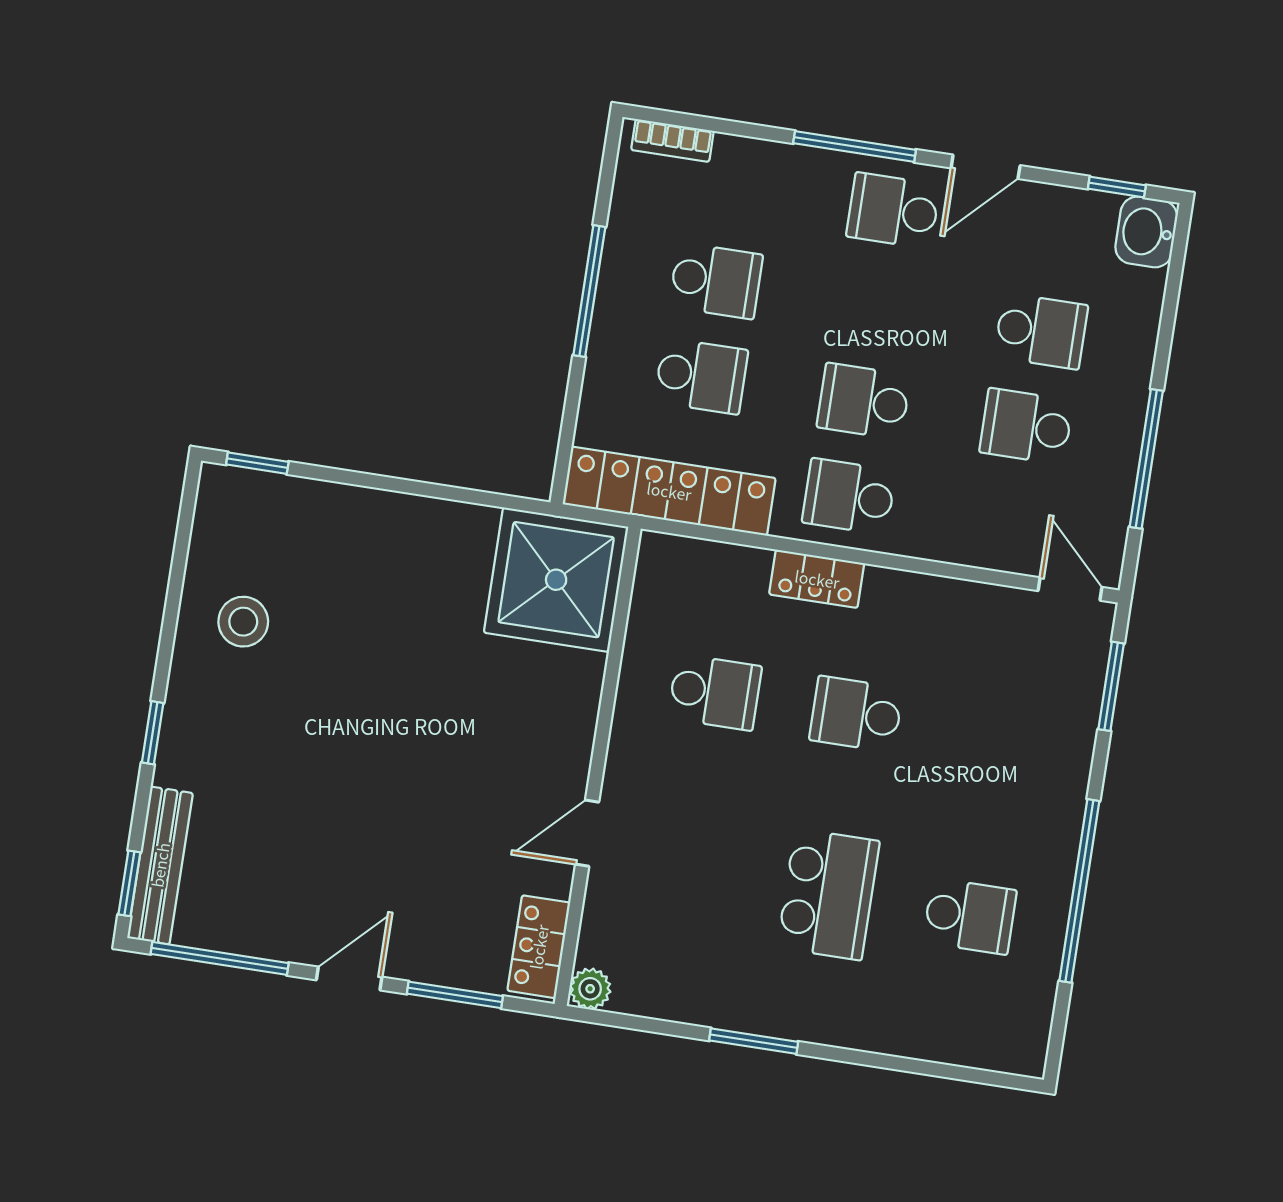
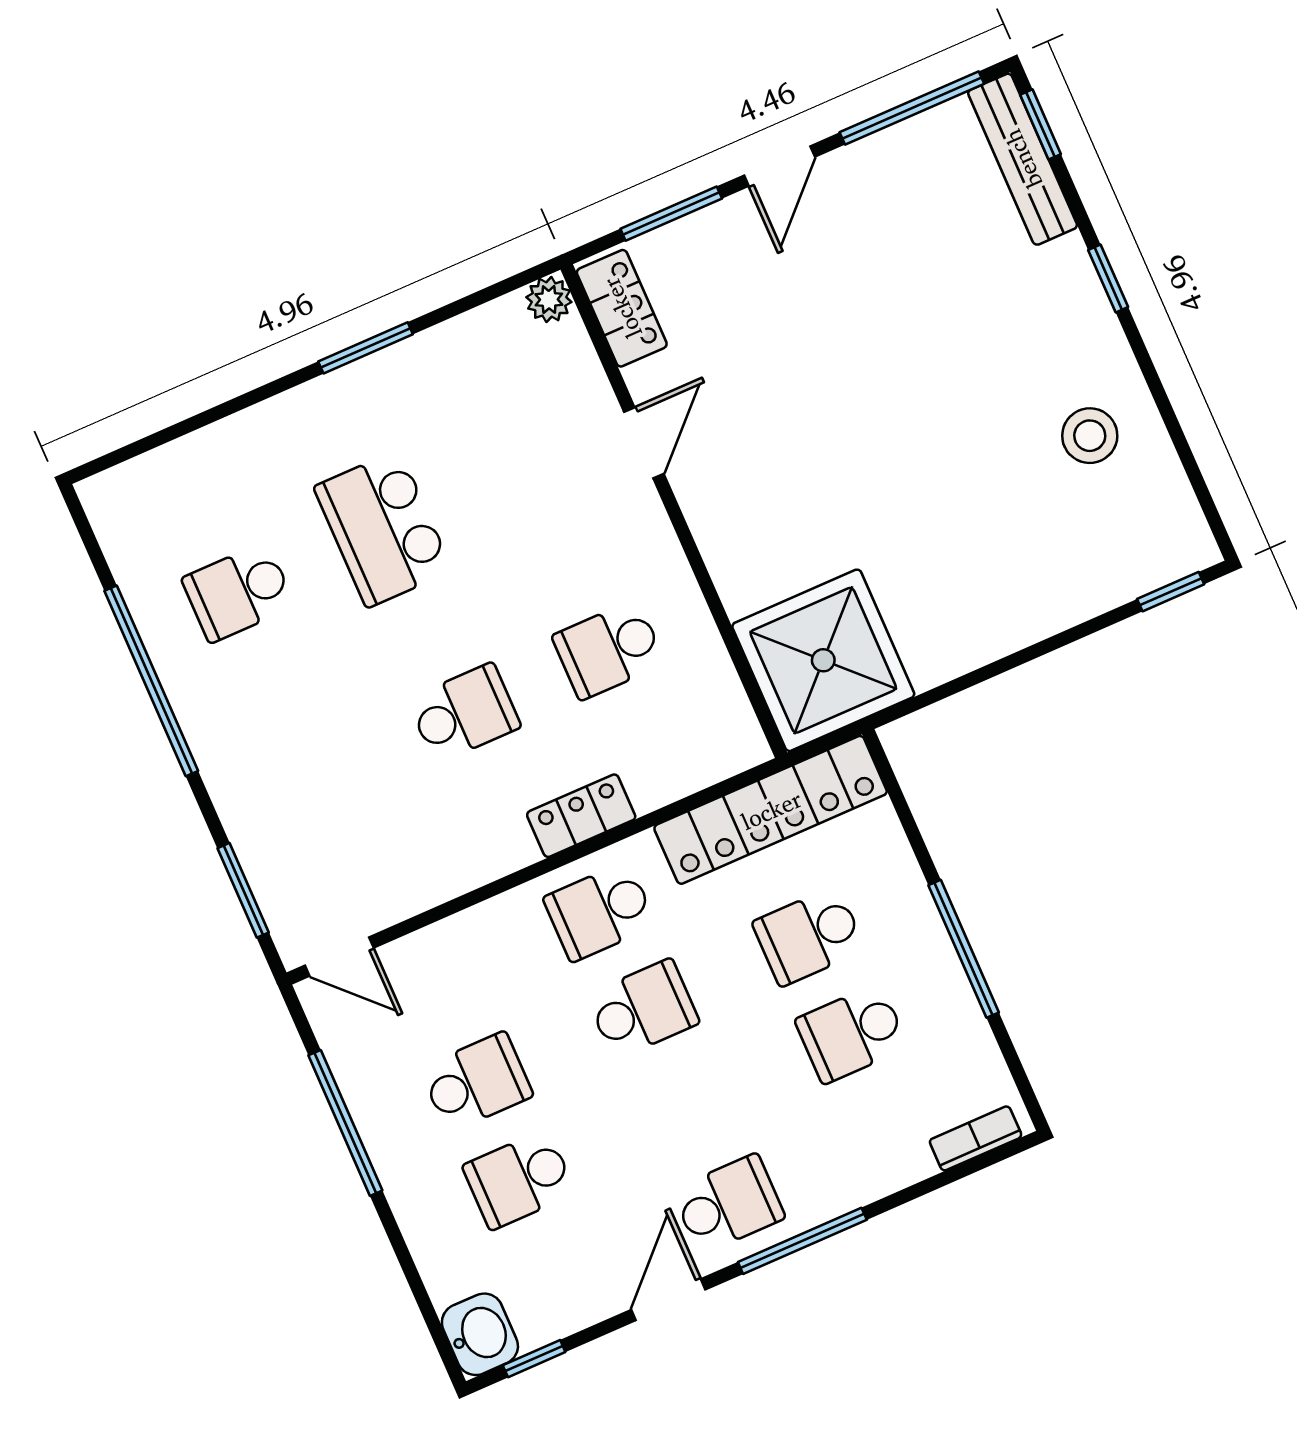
school desk: (849, 497) -> (600, 912), turned 180

